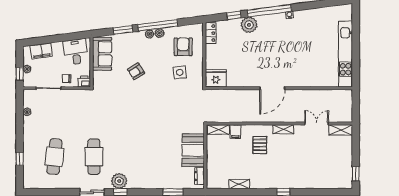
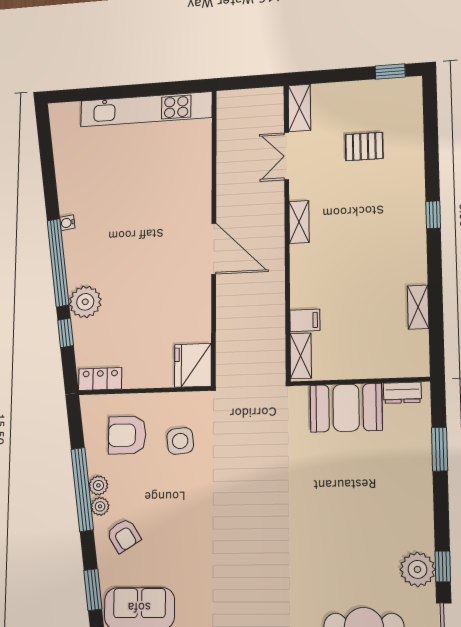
window: (123, 30) -> (93, 590), moved
armchair: (136, 71) -> (124, 535), moved
pallet: (260, 145) -> (364, 147), moved

